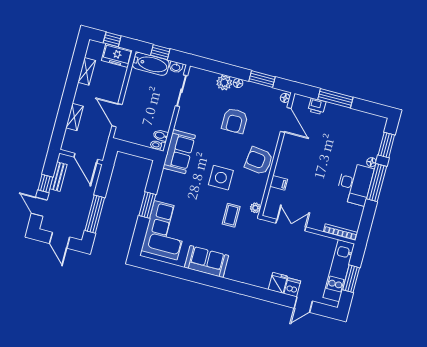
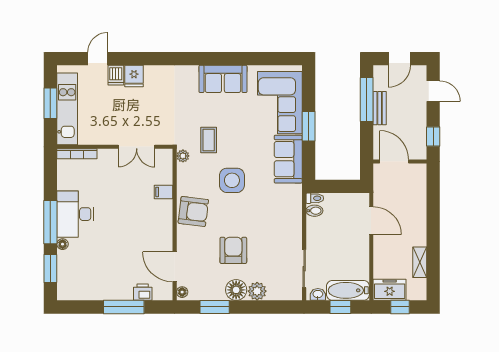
floor lamp: (238, 83) -> (236, 290), width x1.89, depth x1.89
shelving: (75, 117) -> (420, 206), removed
sofa: (179, 152) -> (288, 159), moved
bench: (58, 177) -> (380, 108), moved
window: (45, 183) -> (433, 136), moved
door: (60, 240) -> (399, 59), swing flipped

